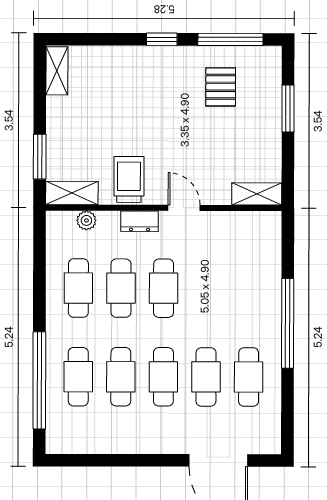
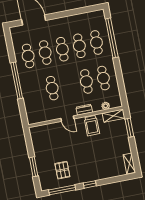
shelving: (257, 194) -> (39, 130), removed
cafe table: (164, 288) -> (52, 88), moved

